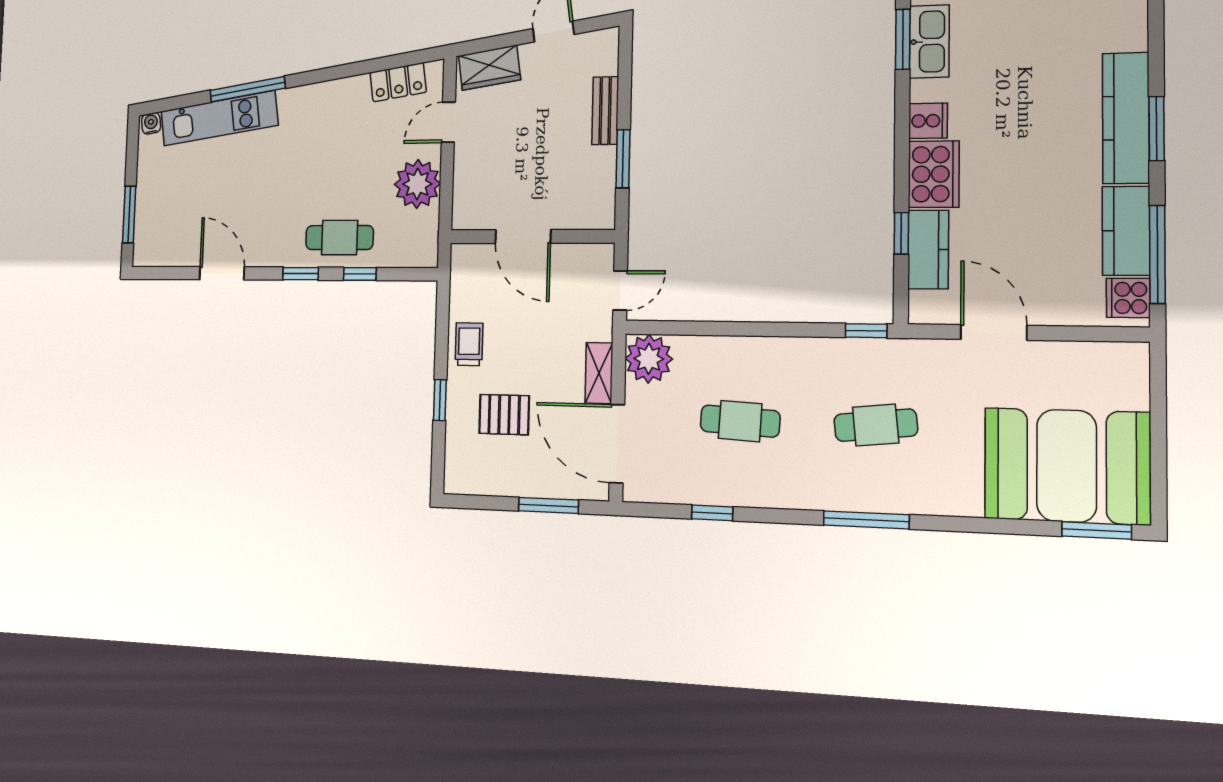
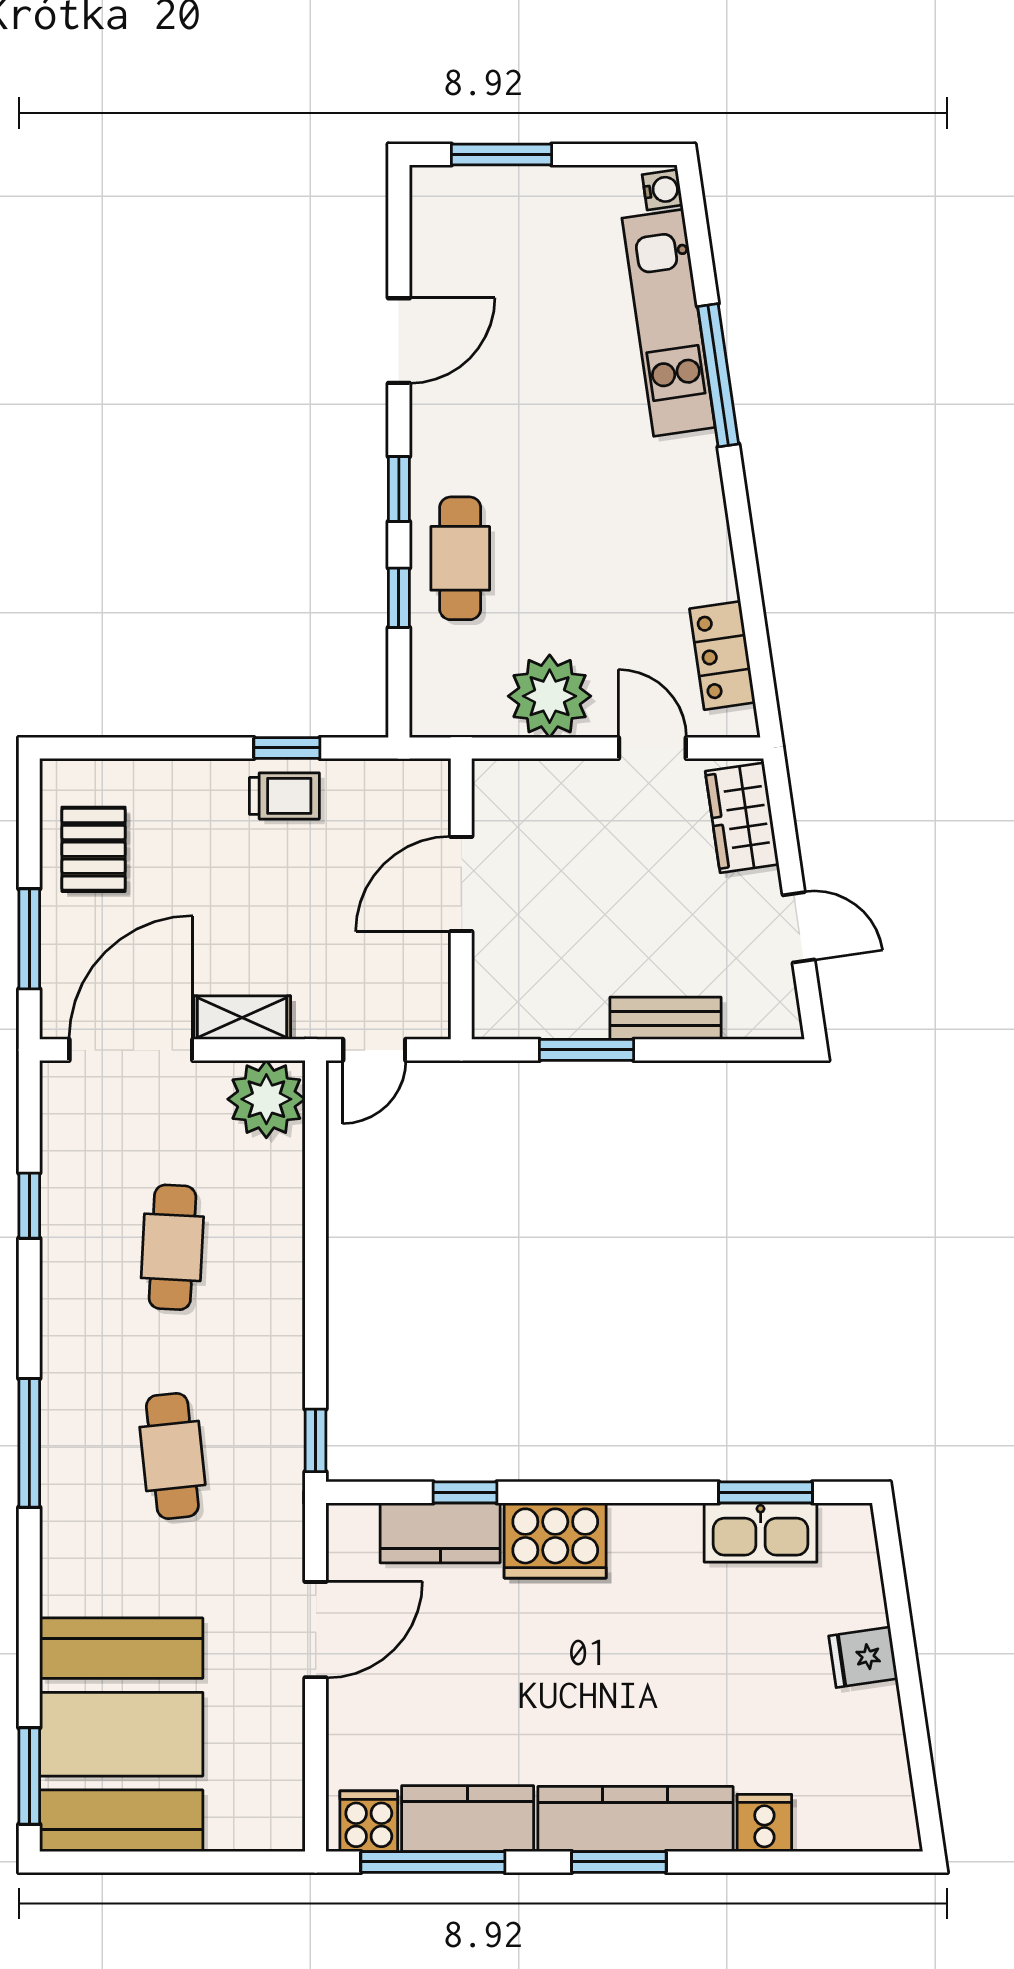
cooker: (928, 121) -> (764, 1823), moved, turned 180
door: (620, 290) -> (374, 1050), hinge flipped
window: (440, 400) -> (287, 748), moved
pallet: (504, 415) -> (94, 849), moved

